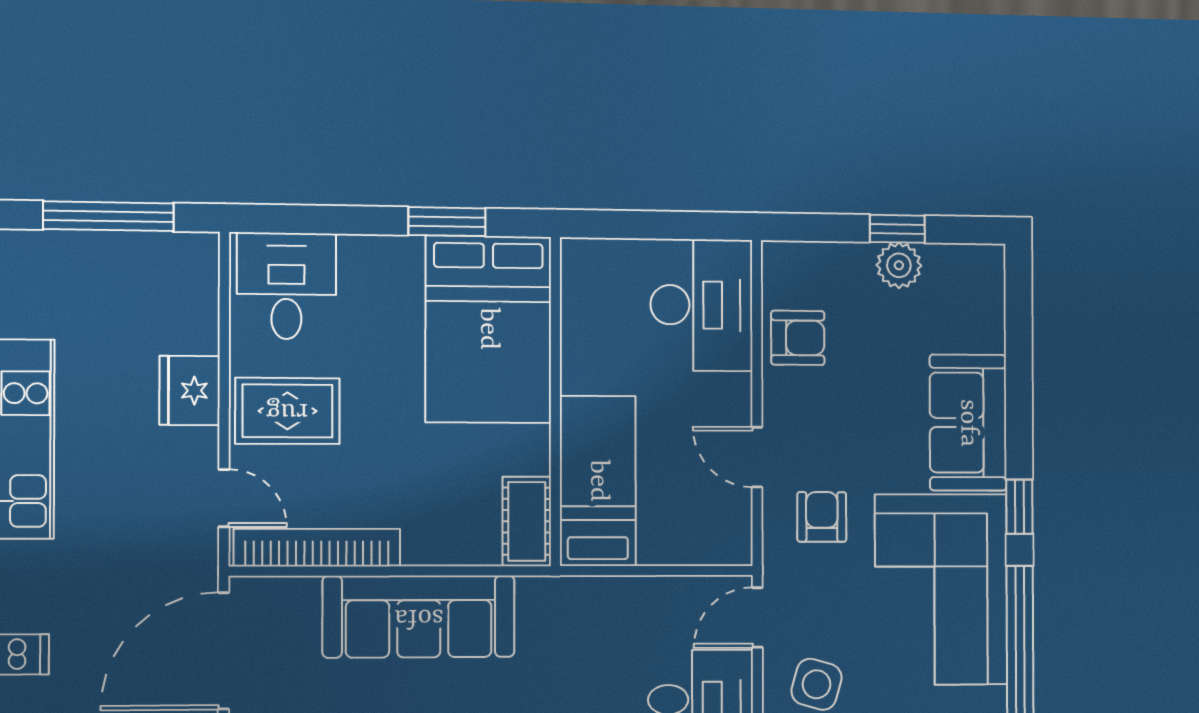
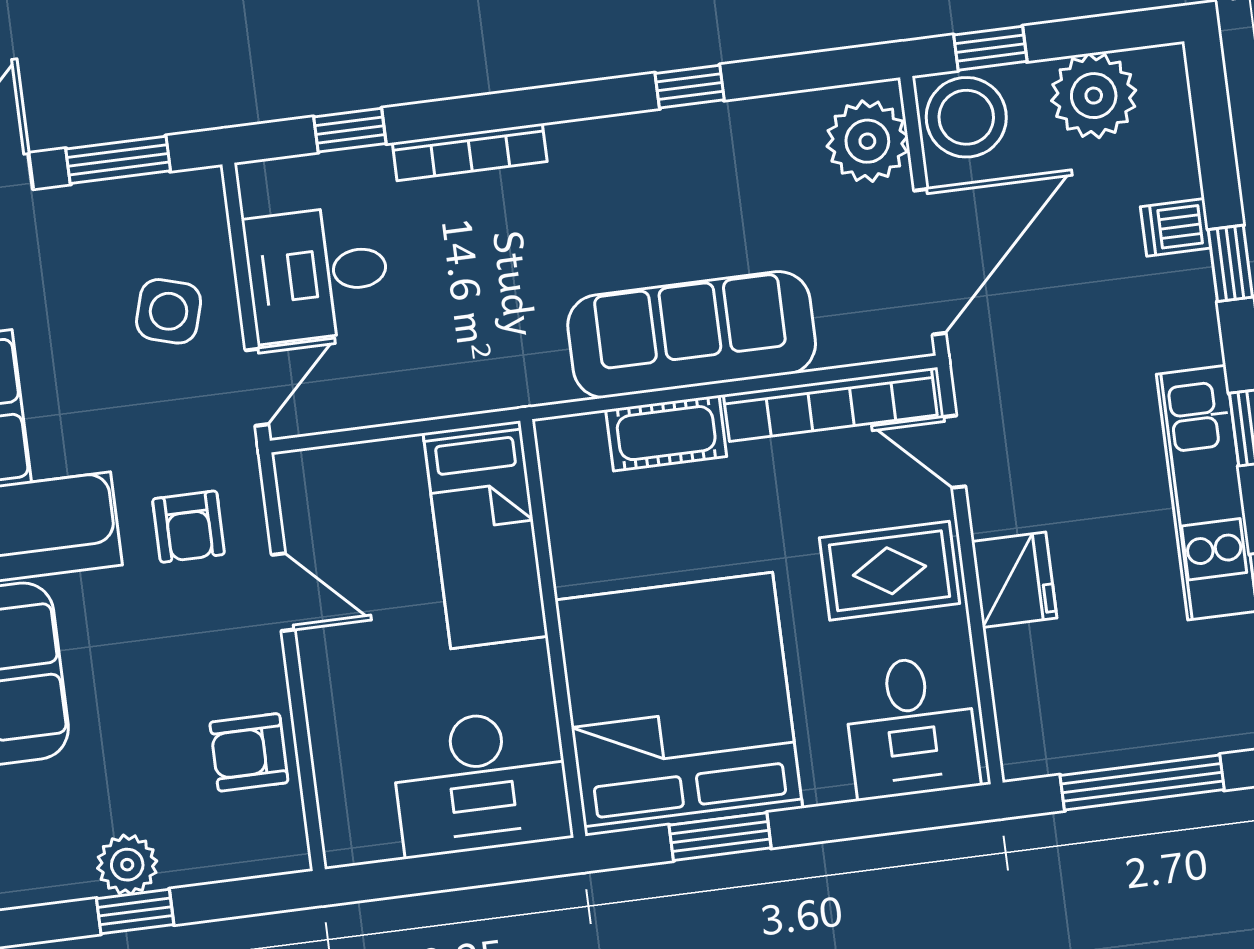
desk: (701, 305) -> (481, 782), moved, turned -90
bed: (488, 329) -> (679, 704), width x1.36
cot: (527, 521) -> (666, 433), moved, turned 90

